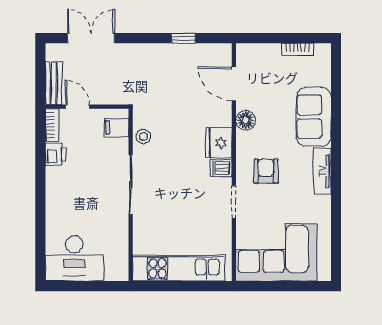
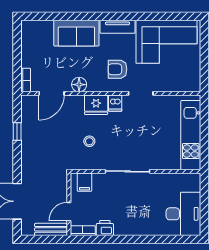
bookcase: (297, 49) -> (26, 80), moved
stool: (143, 137) -> (89, 141), moved
corner sofa: (276, 252) -> (167, 42), moved, turned -90

